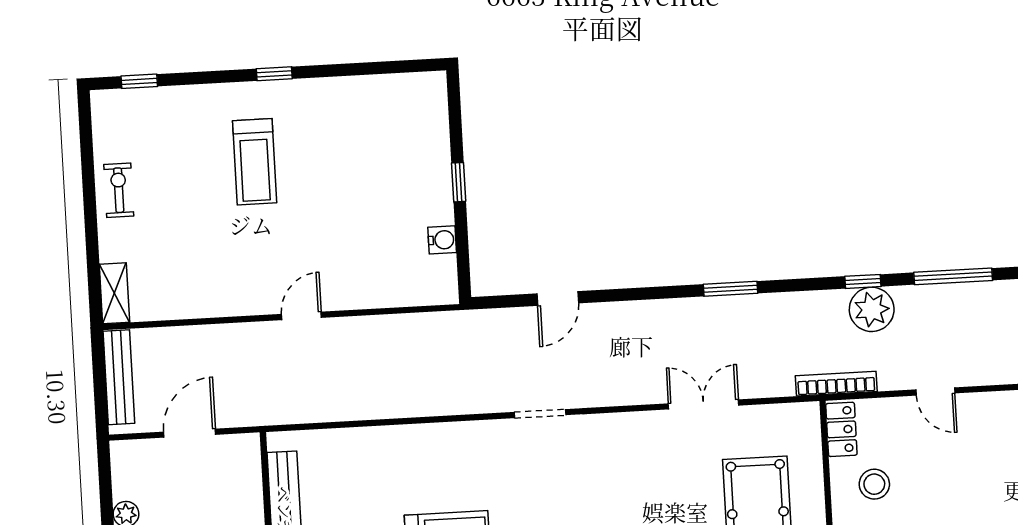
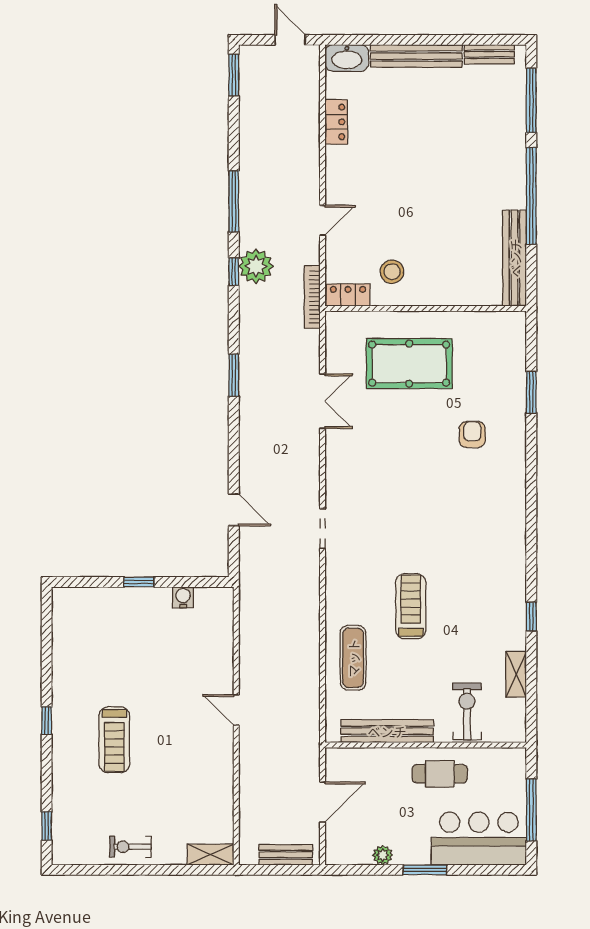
treadmill: (255, 162) -> (114, 740), turned 90
bench: (119, 377) -> (286, 855), width x0.73
double door: (704, 404) -> (323, 401), swing flipped
door: (190, 433) -> (323, 802), swing flipped
exercise mat: (377, 462) -> (353, 658), added

